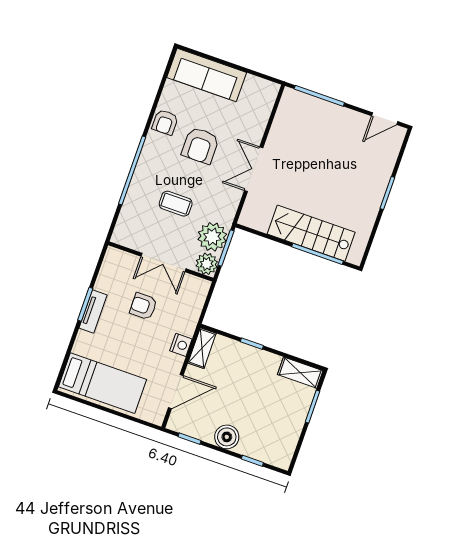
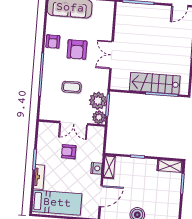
tv unit: (93, 311) -> (39, 177), moved

